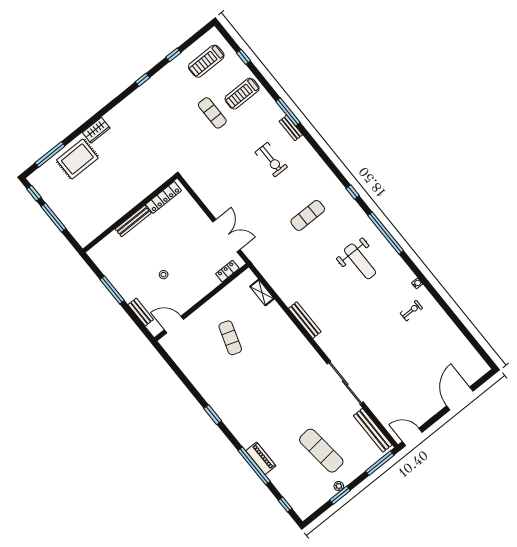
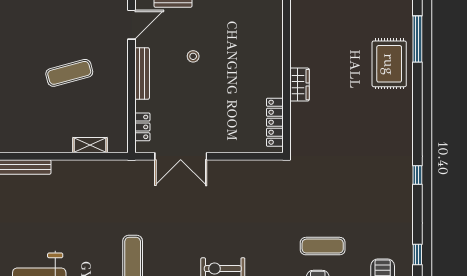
window: (143, 80) -> (417, 175), moved
wardrobe: (96, 130) -> (299, 85), moved, turned 180
bench: (133, 221) -> (142, 73), moved
exercise mat: (230, 338) -> (69, 73), turned -33

